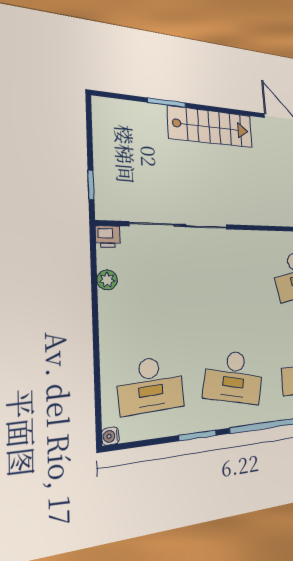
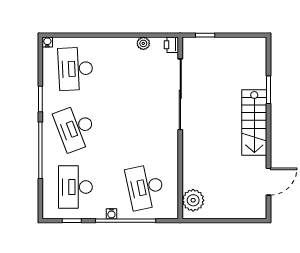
desk: (234, 377) -> (75, 128), turned -33

